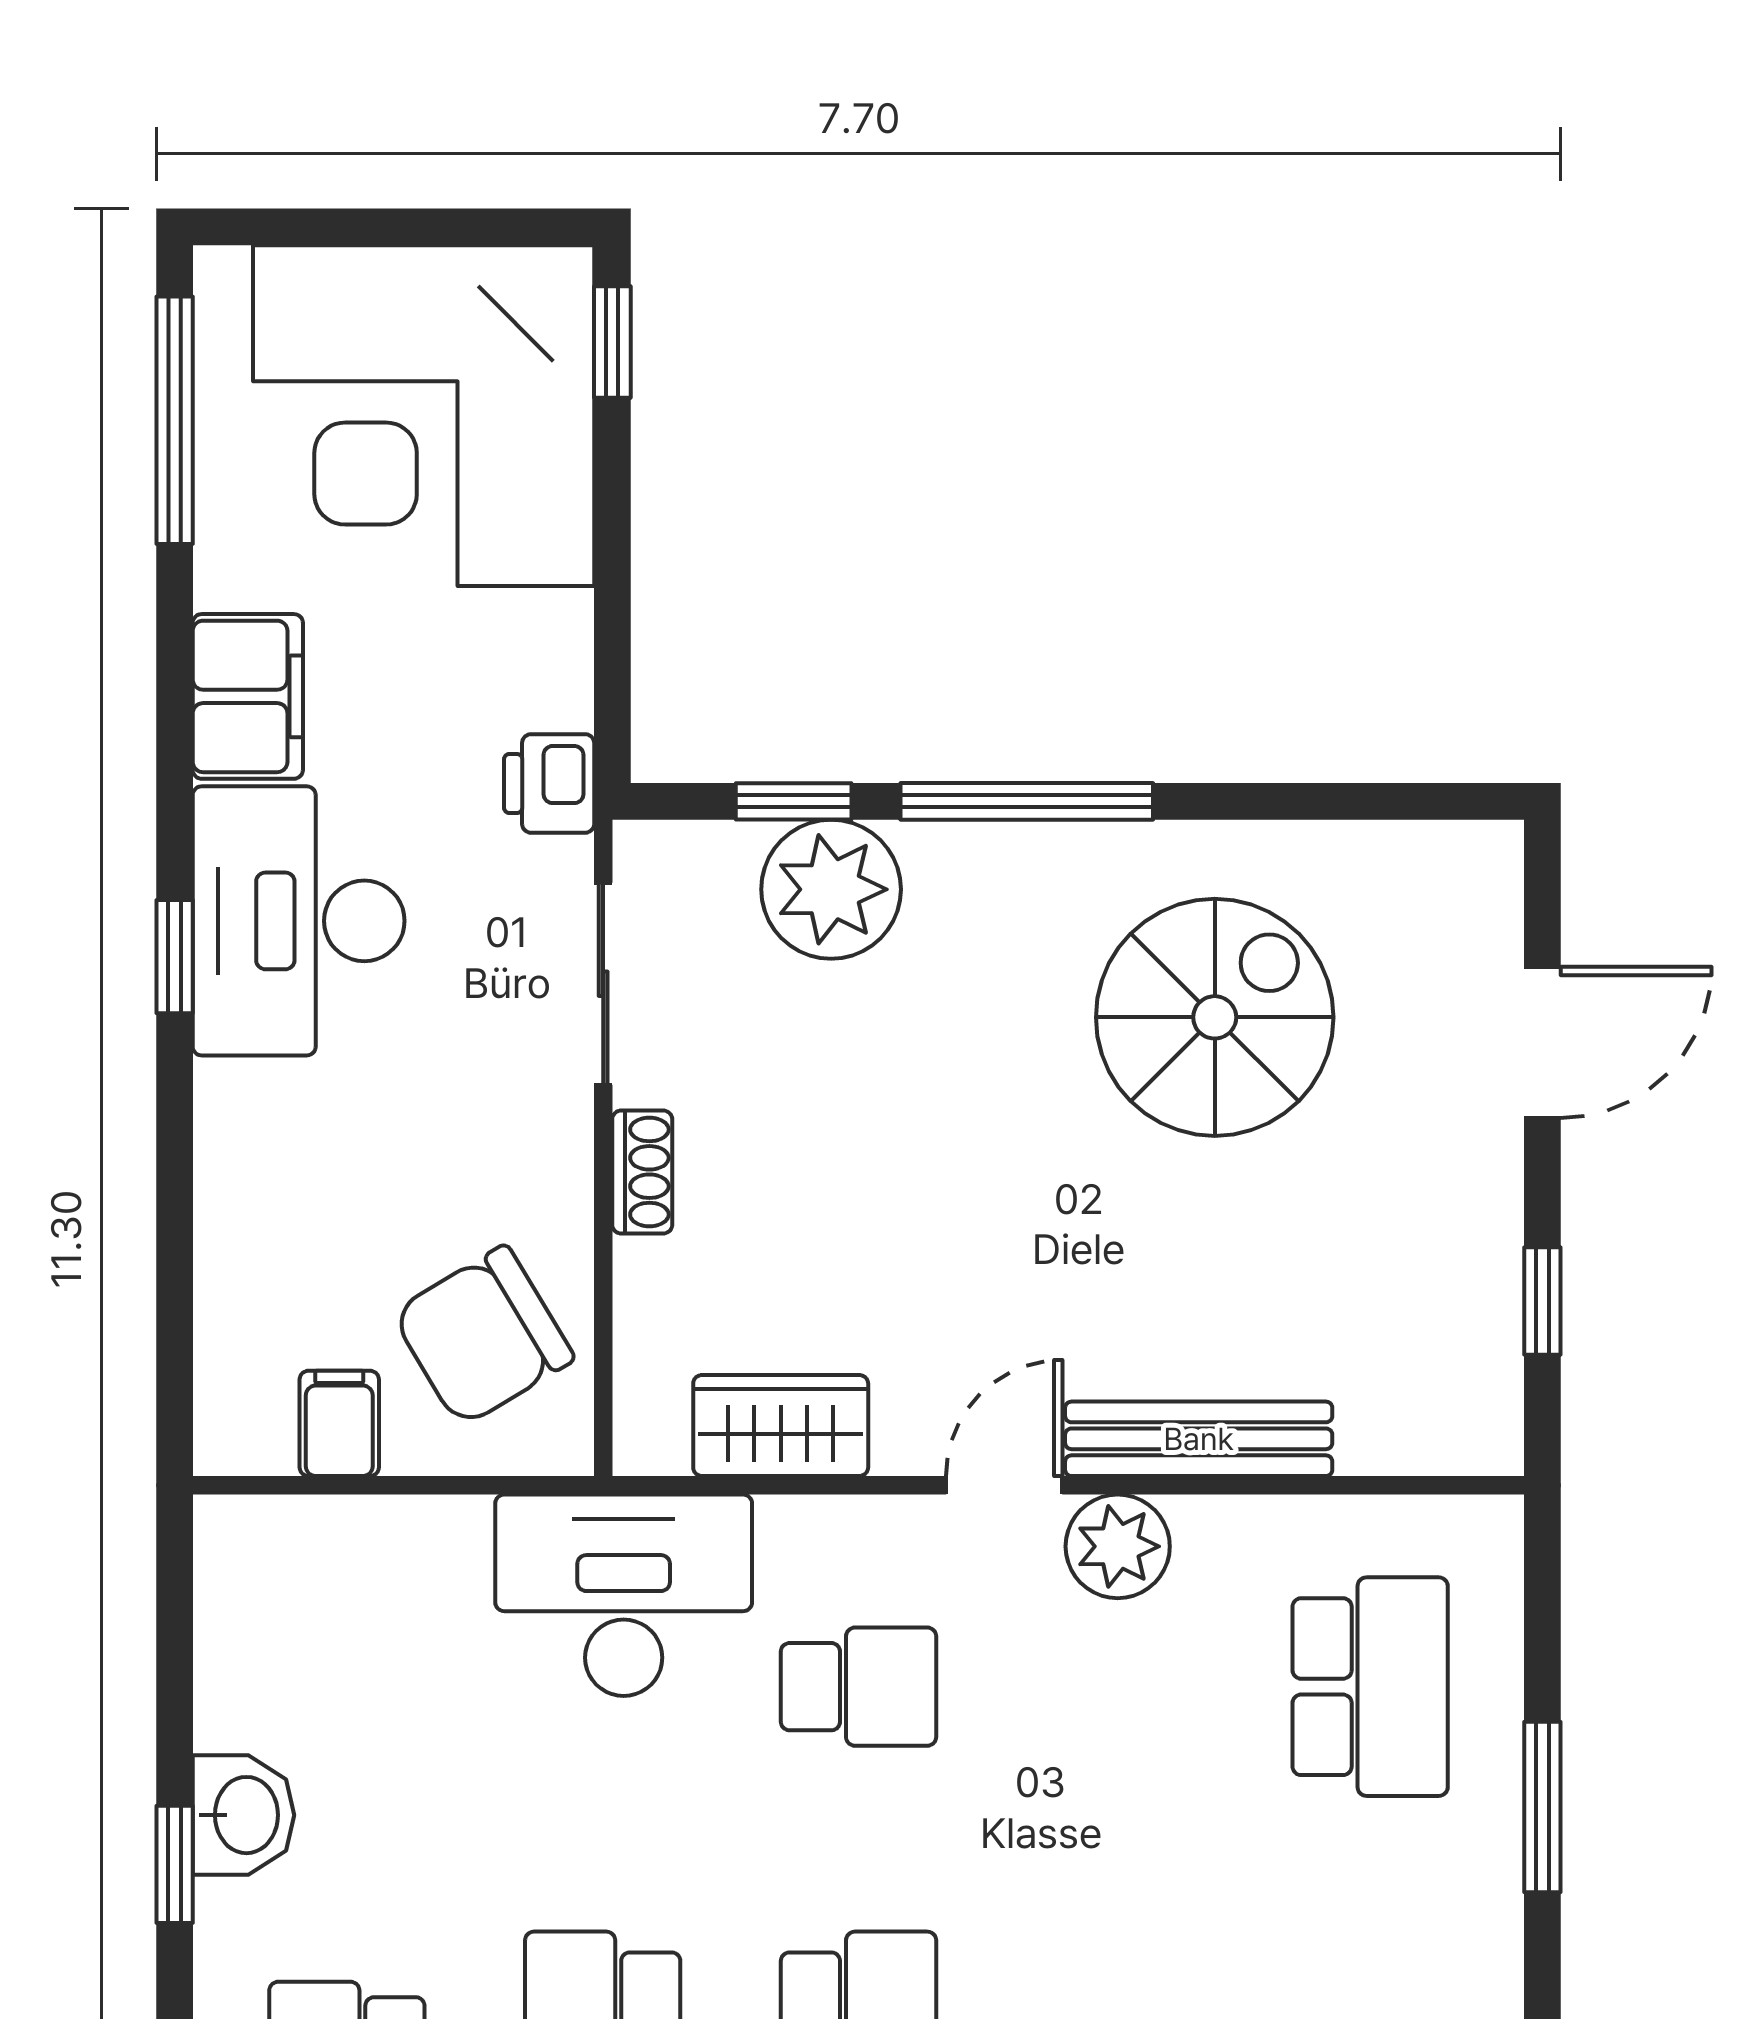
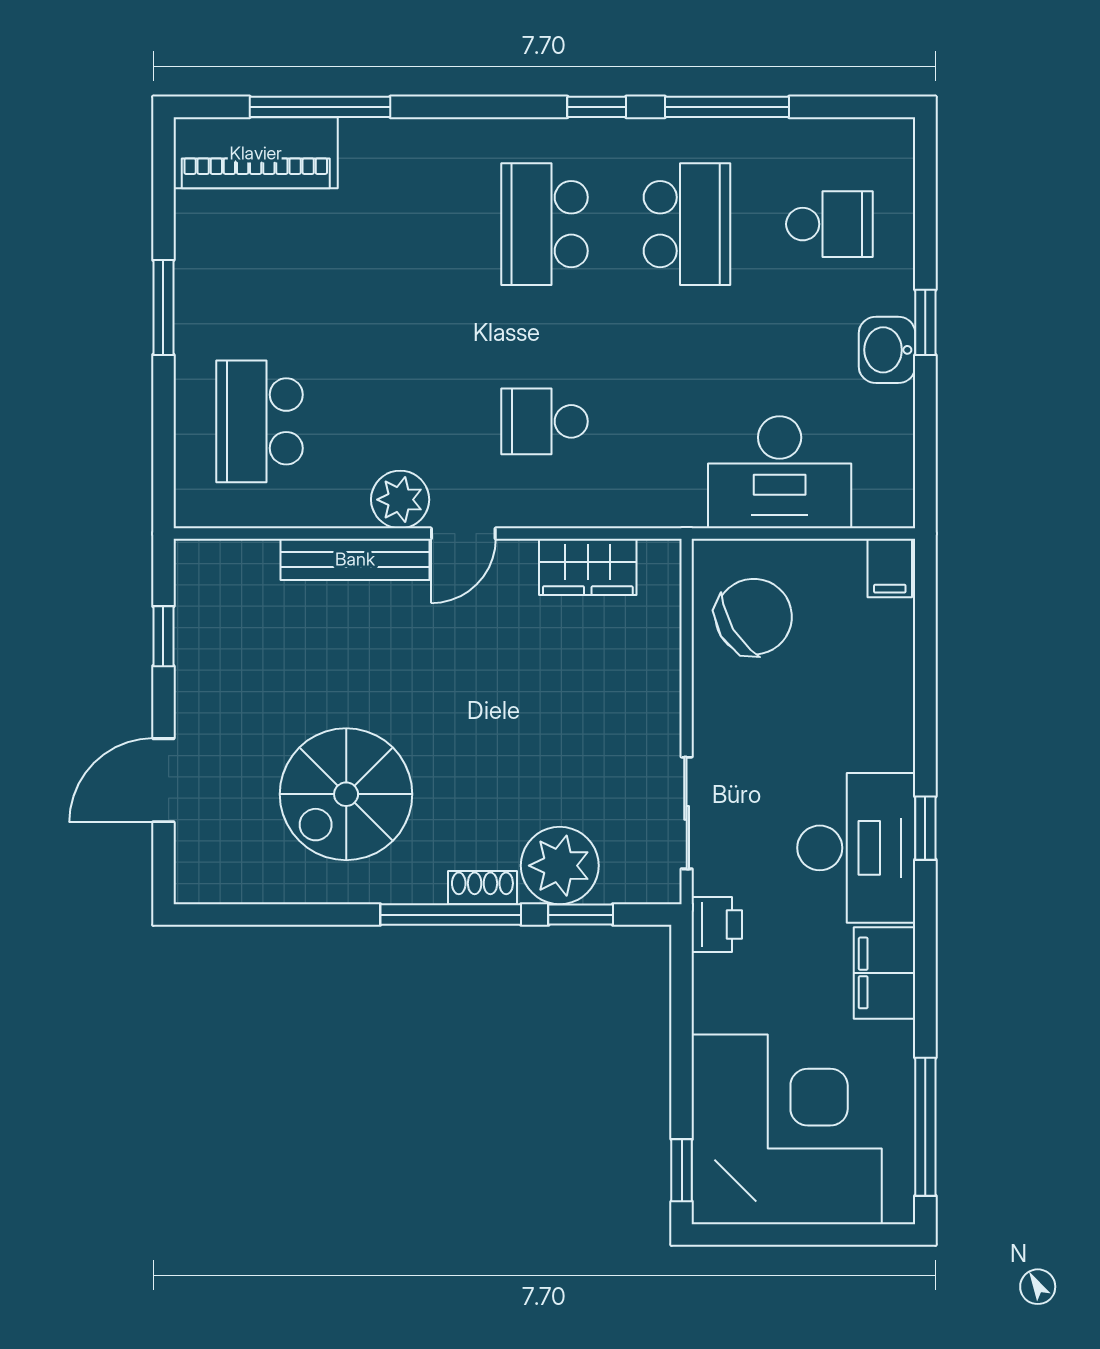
shoe rack: (642, 1172) -> (482, 888), moved, turned 90
filing cabinet: (339, 1423) -> (890, 568), moved
desk: (624, 1595) -> (780, 472), moved
window: (1542, 1807) -> (163, 307), moved

